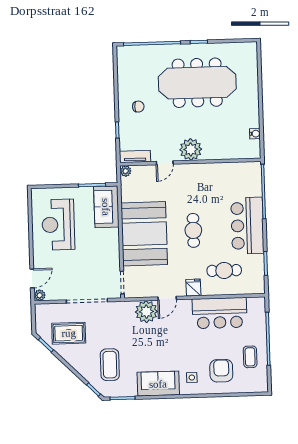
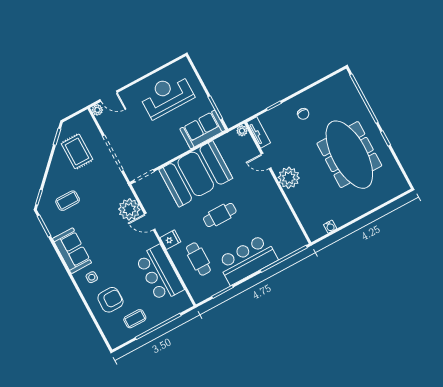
coffee table: (110, 365) -> (68, 201), width x0.73, depth x0.77

